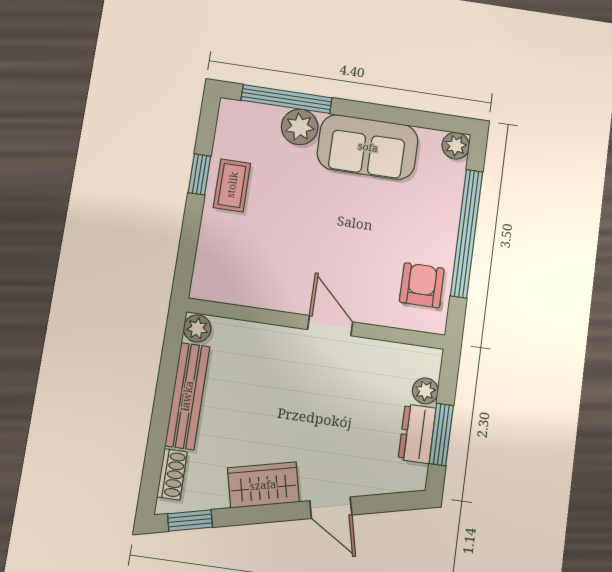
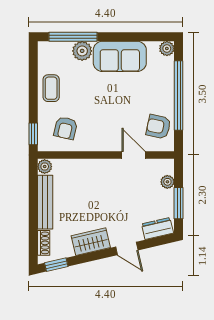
window: (199, 174) -> (33, 134), moved
armchair: (248, 262) -> (66, 128), added
armchair: (422, 285) -> (158, 127), turned -78
door: (330, 326) -> (133, 155), moved
dresser: (417, 434) -> (157, 228), moved, turned 77

